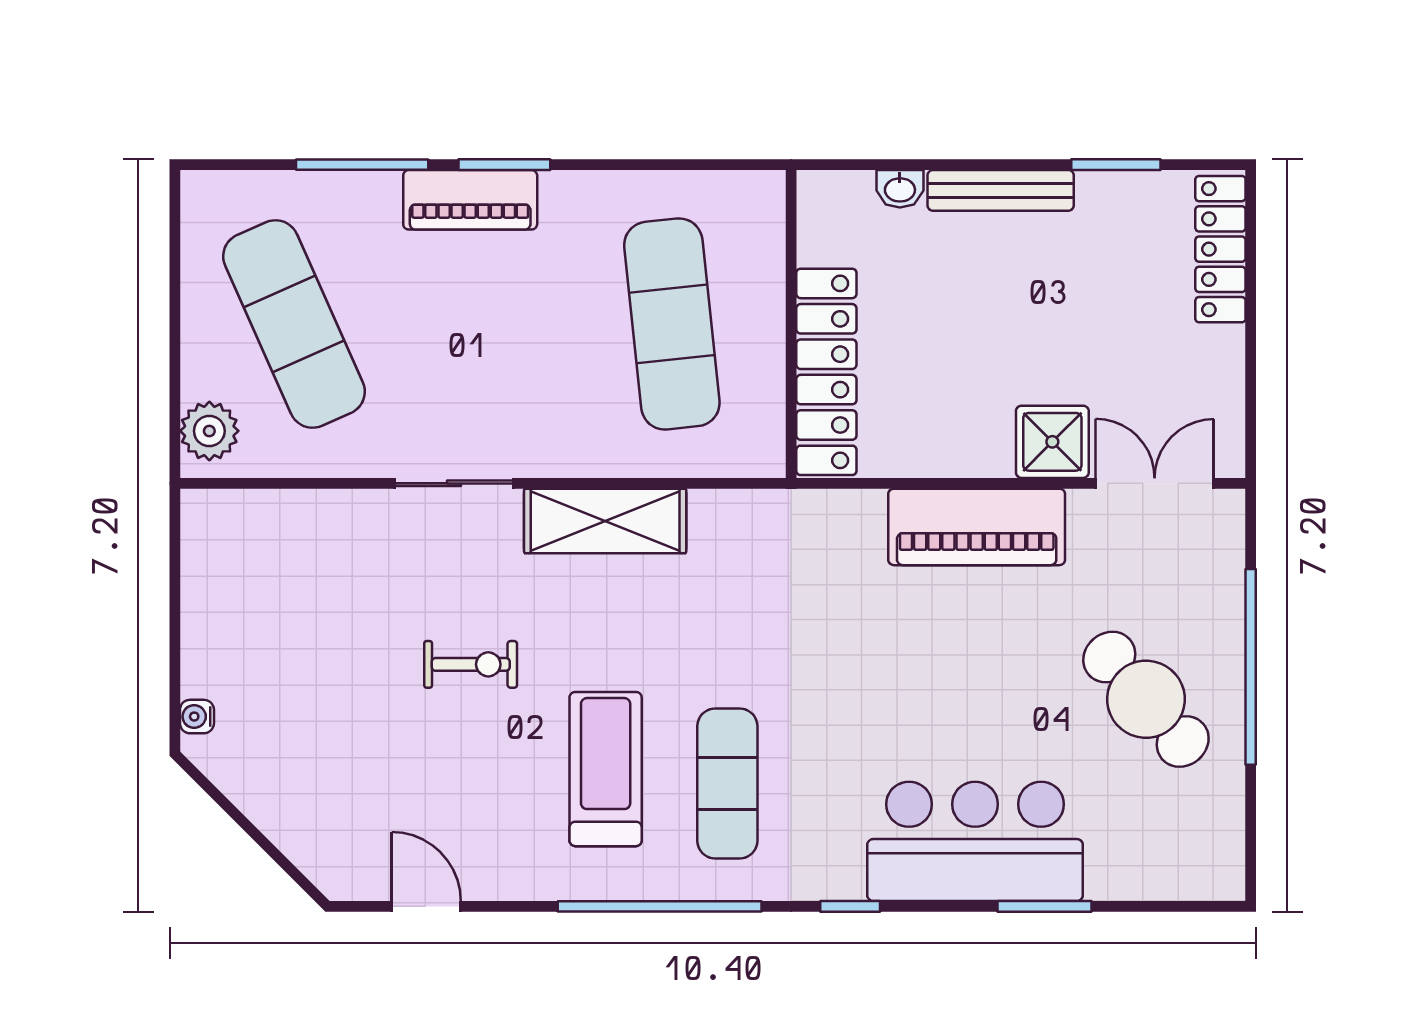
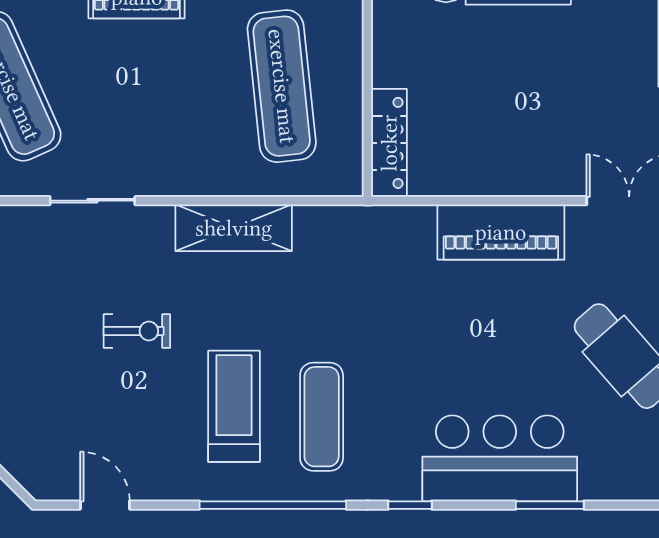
locker: (826, 372) -> (389, 143), width x0.71, depth x0.83
shower: (1052, 442) -> (555, 171), removed
sliding door: (454, 483) -> (92, 201), moved

